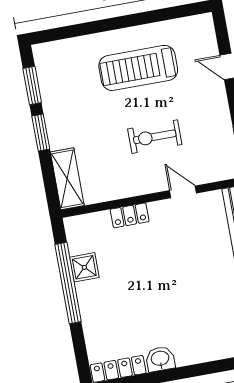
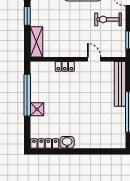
exercise bike: (155, 137) -> (108, 19), moved
shower: (84, 267) -> (37, 109), moved

